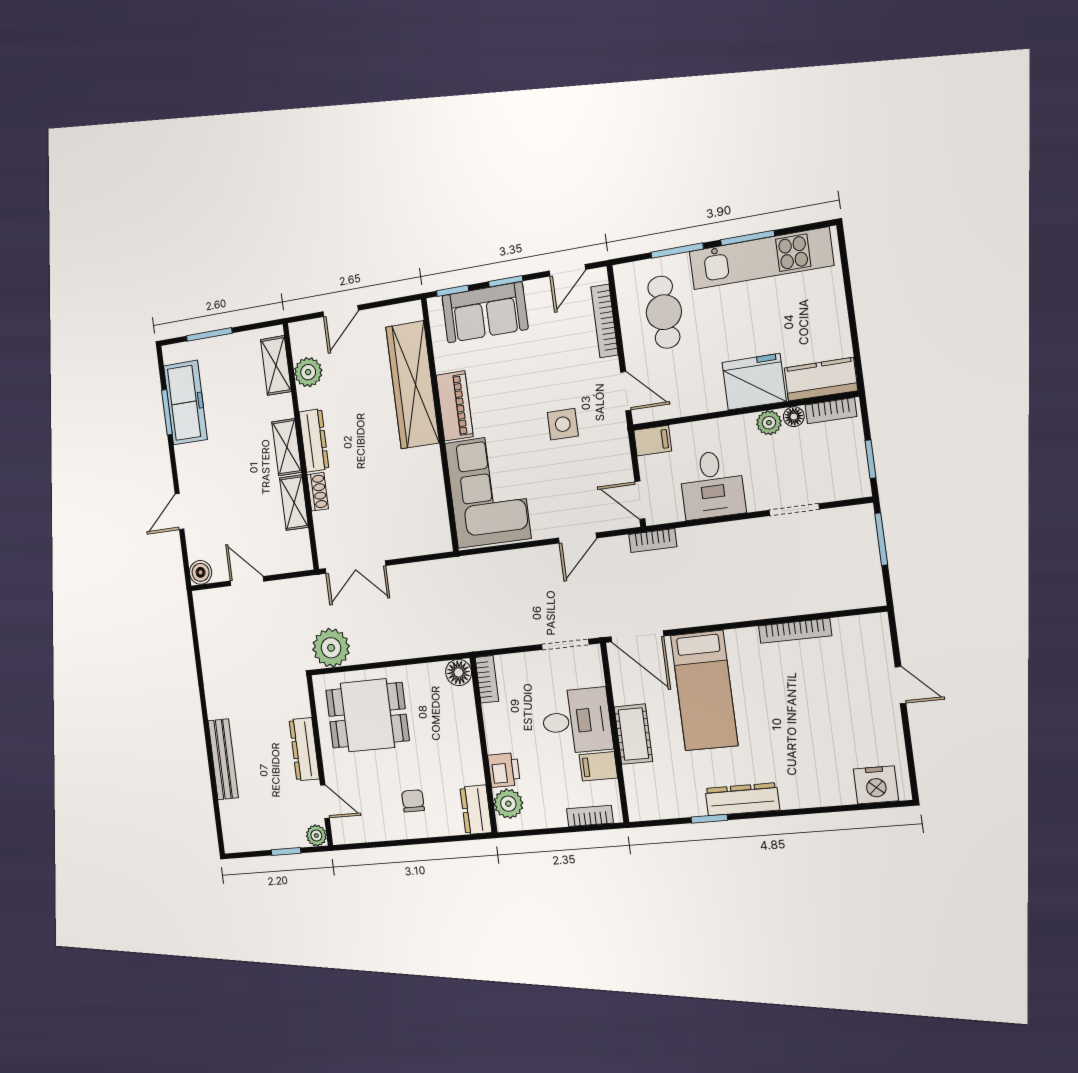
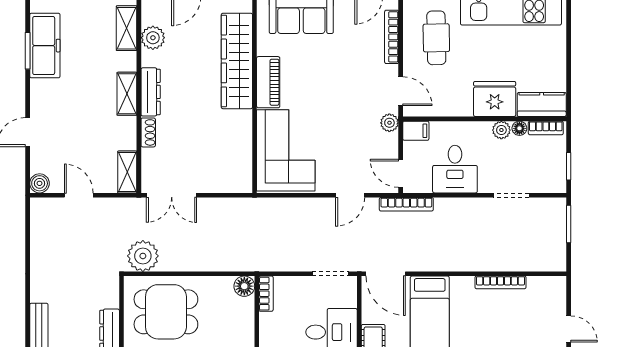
side table: (563, 424) -> (350, 109), removed
plant: (616, 435) -> (389, 123), added
shelving: (294, 503) -> (127, 172), moved
bookcase: (653, 540) -> (406, 204), width x1.56

